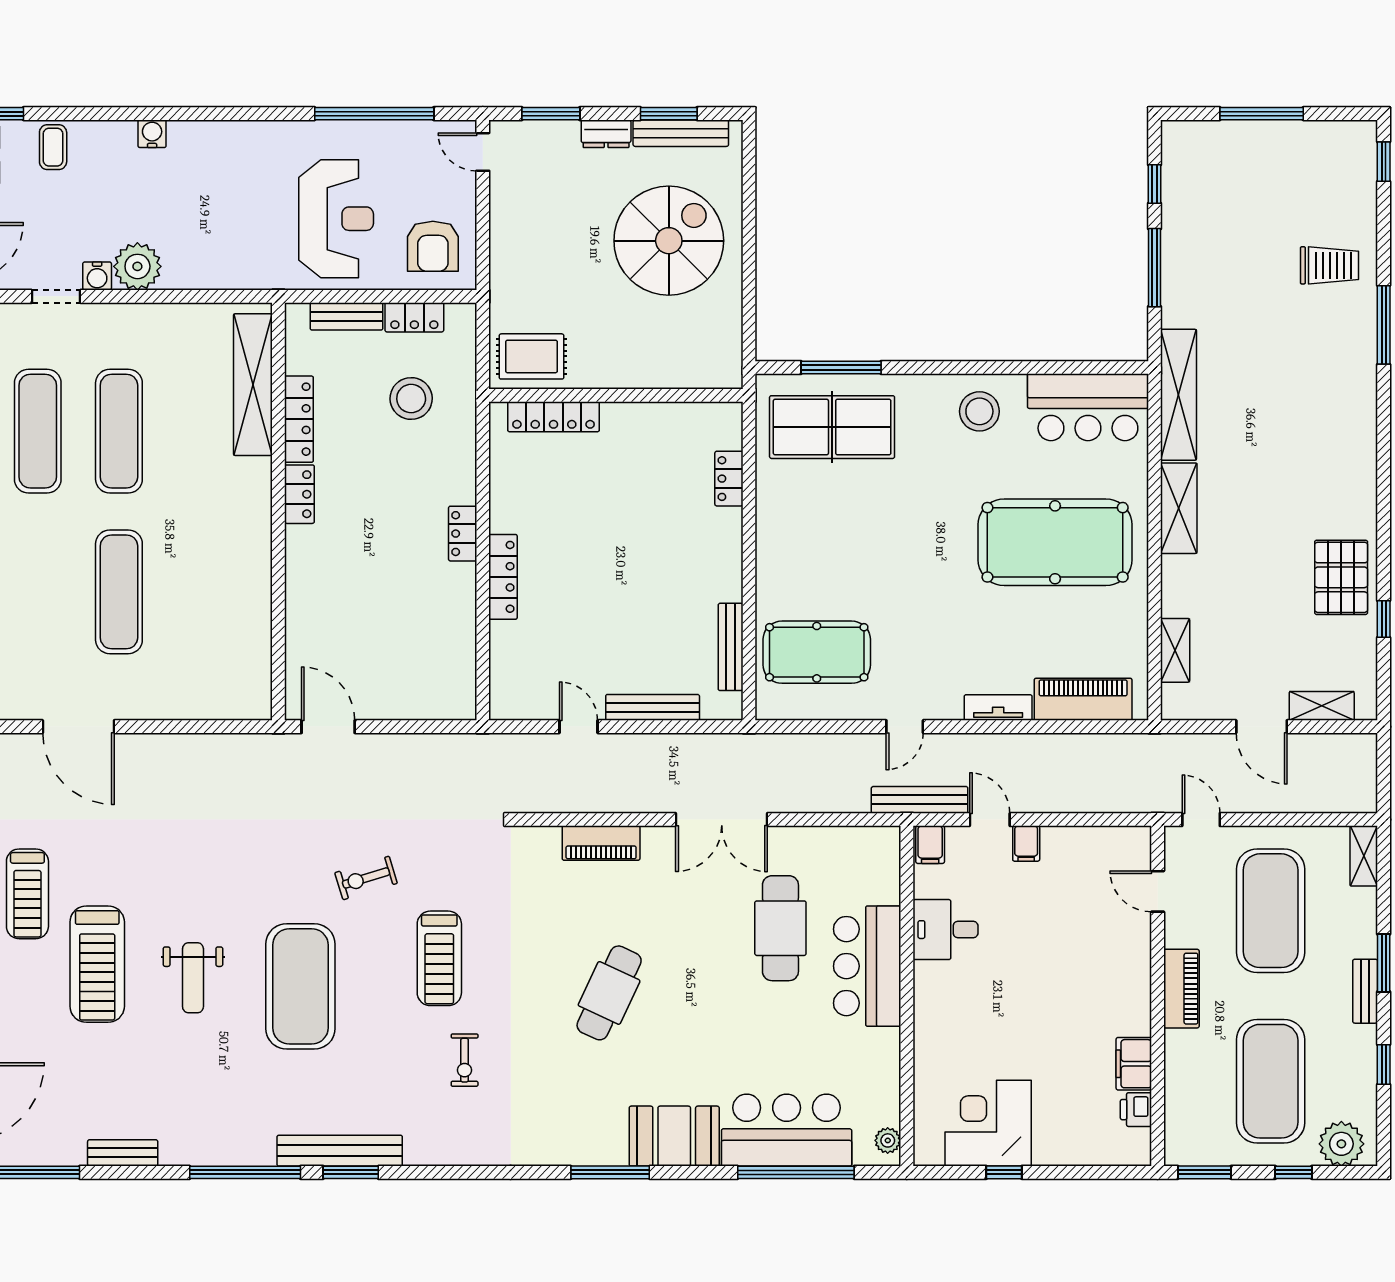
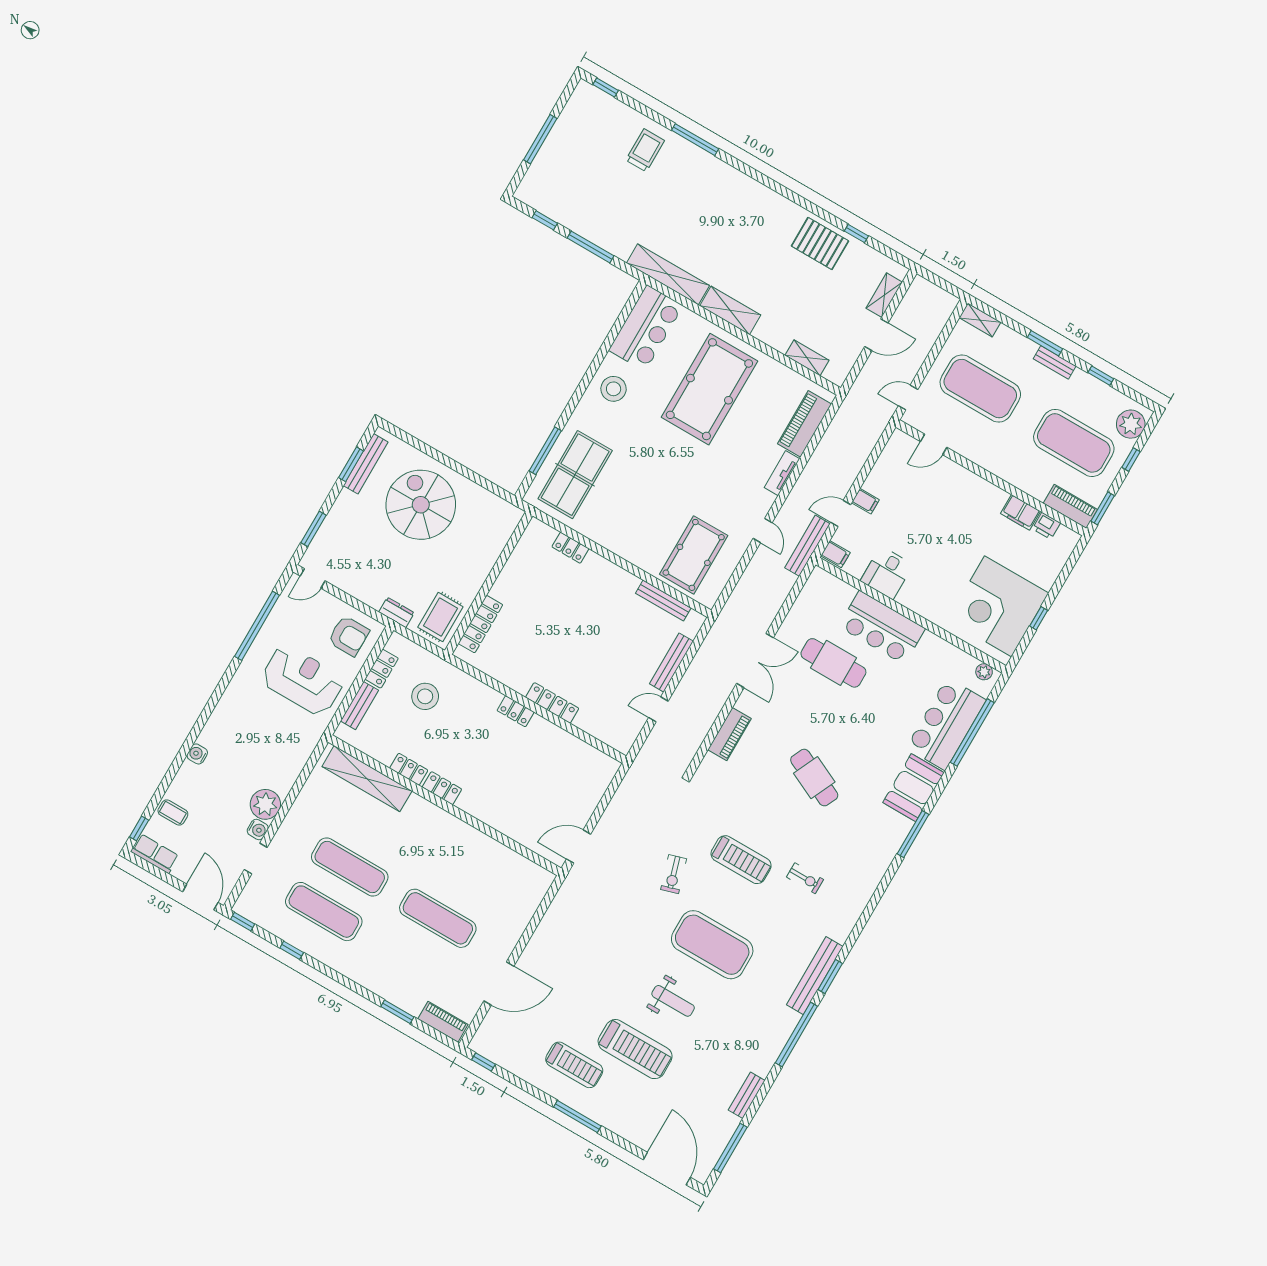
dresser: (606, 134) -> (397, 612), moved, turned -90
locker: (299, 419) -> (409, 769), width x0.66
piano: (1181, 989) -> (1070, 506), moved
corner desk: (988, 1123) -> (998, 606), width x1.36, depth x1.36

